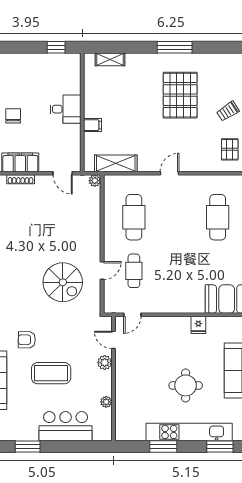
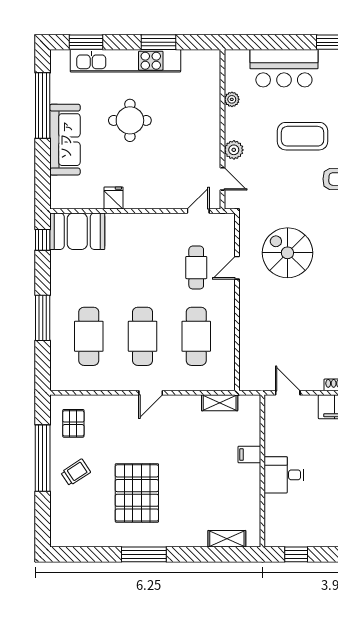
shelving: (116, 163) -> (220, 403), width x0.67, depth x0.75
plant: (95, 181) -> (246, 383), removed
cafe table: (176, 217) -> (143, 336), added

